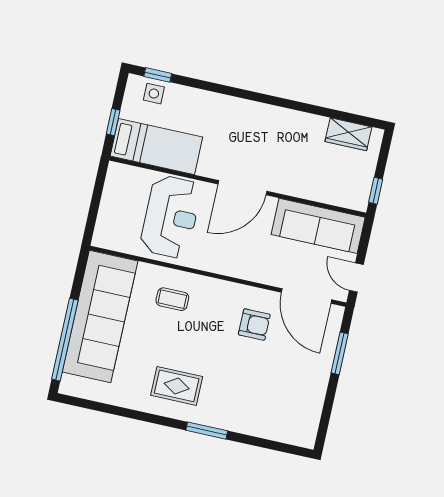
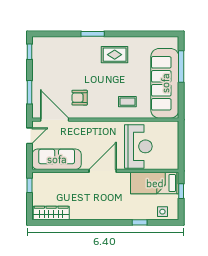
window: (158, 75) -> (140, 222), moved
wardrobe: (348, 134) -> (51, 213), width x1.50
reception desk: (171, 217) -> (138, 146), turned 180
door: (356, 277) -> (29, 136), hinge flipped
window: (65, 340) -> (181, 66), width x0.68
window: (324, 424) -> (29, 52), added

